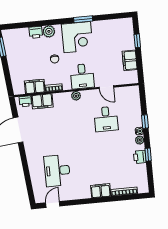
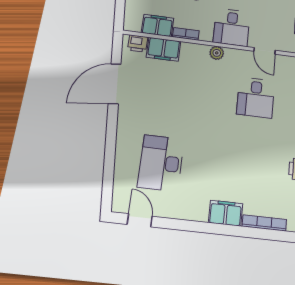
door: (53, 204) -> (140, 220), hinge flipped

